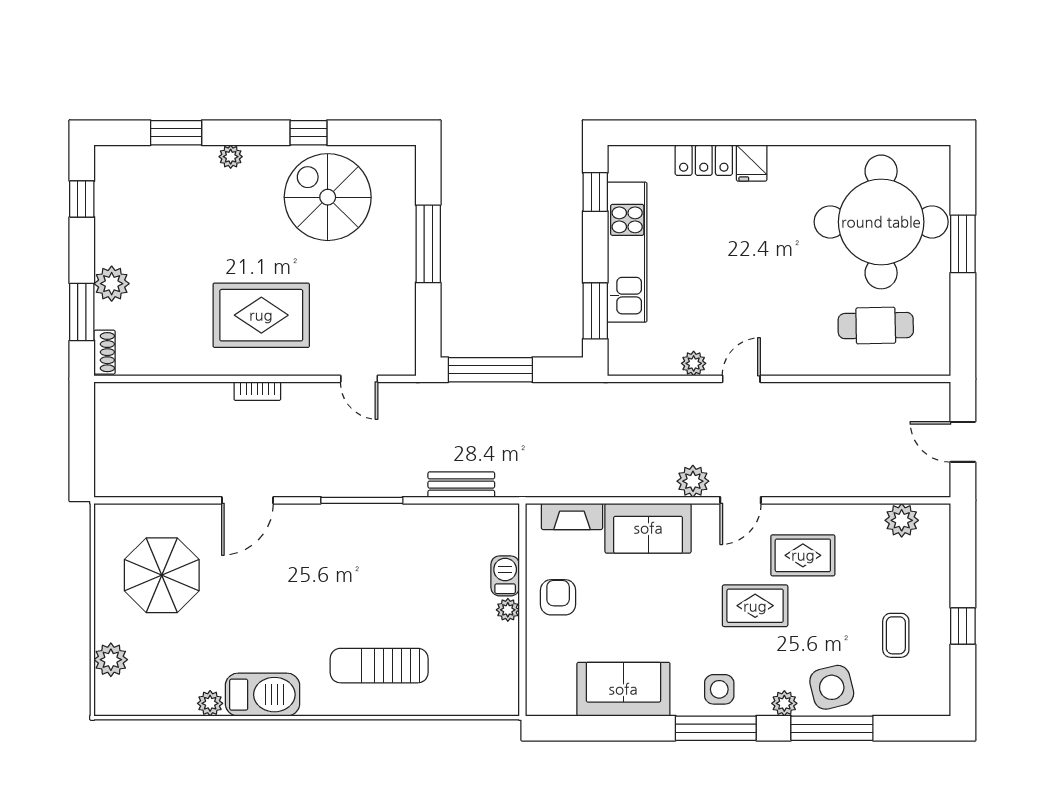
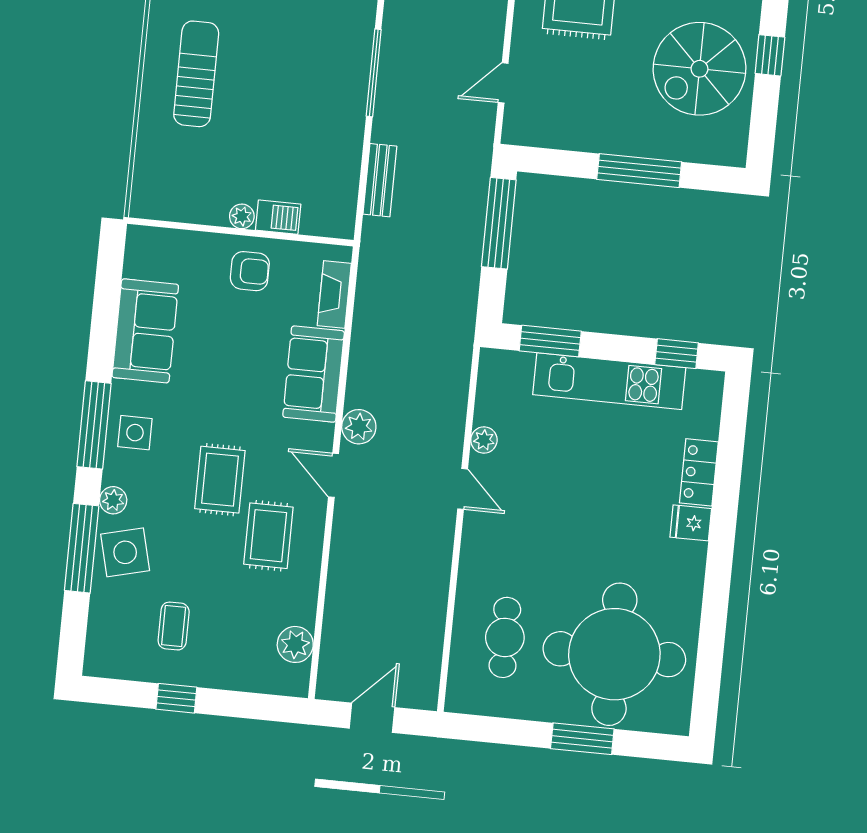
spiral stairs: (328, 197) -> (699, 69), turned 180
coffee table: (896, 635) -> (174, 626), turned 90

